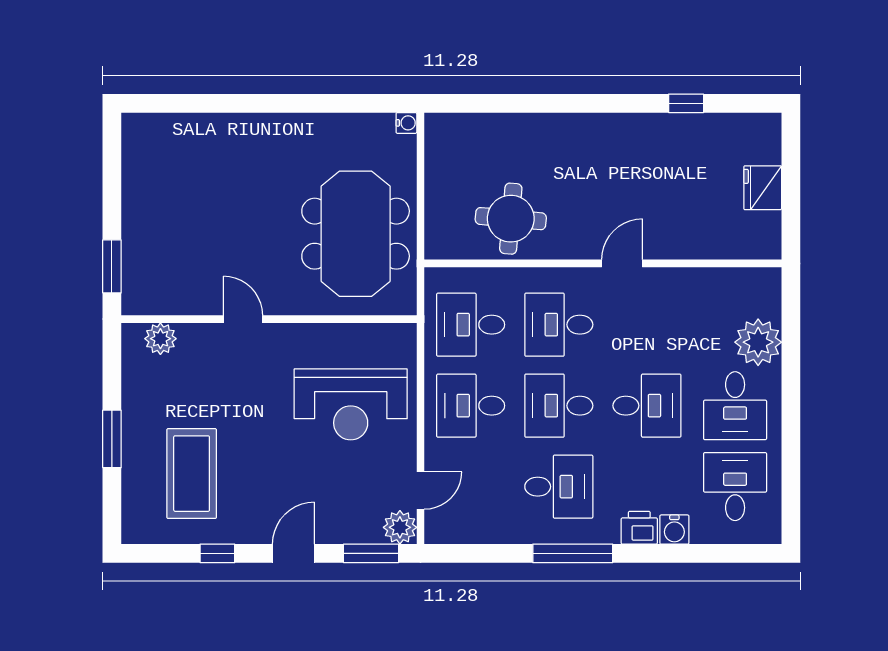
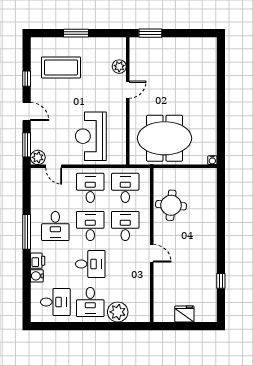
plant: (160, 339) -> (119, 67), moved
desk: (647, 406) -> (90, 264), turned -90
desk: (735, 406) -> (90, 302), turned -90

